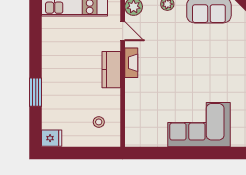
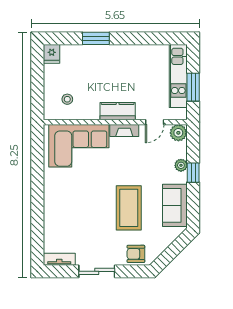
coffee table: (211, 58) -> (129, 208), added
corner sofa: (199, 125) -> (79, 146), moved, turned 90

